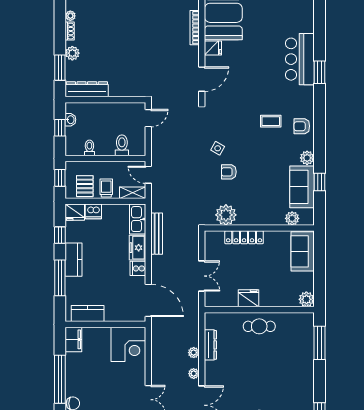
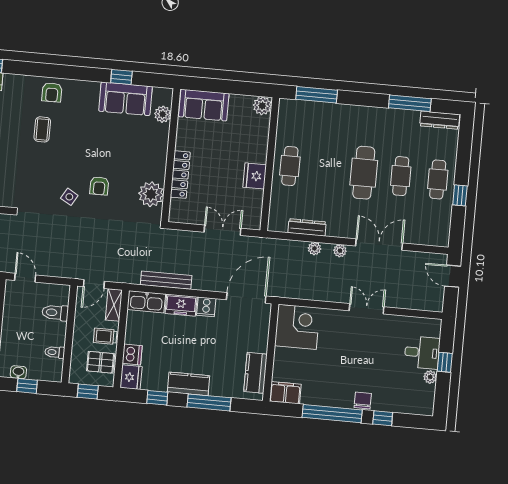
plant: (307, 158) -> (91, 89), removed
cafe table: (259, 387) -> (364, 173), added

